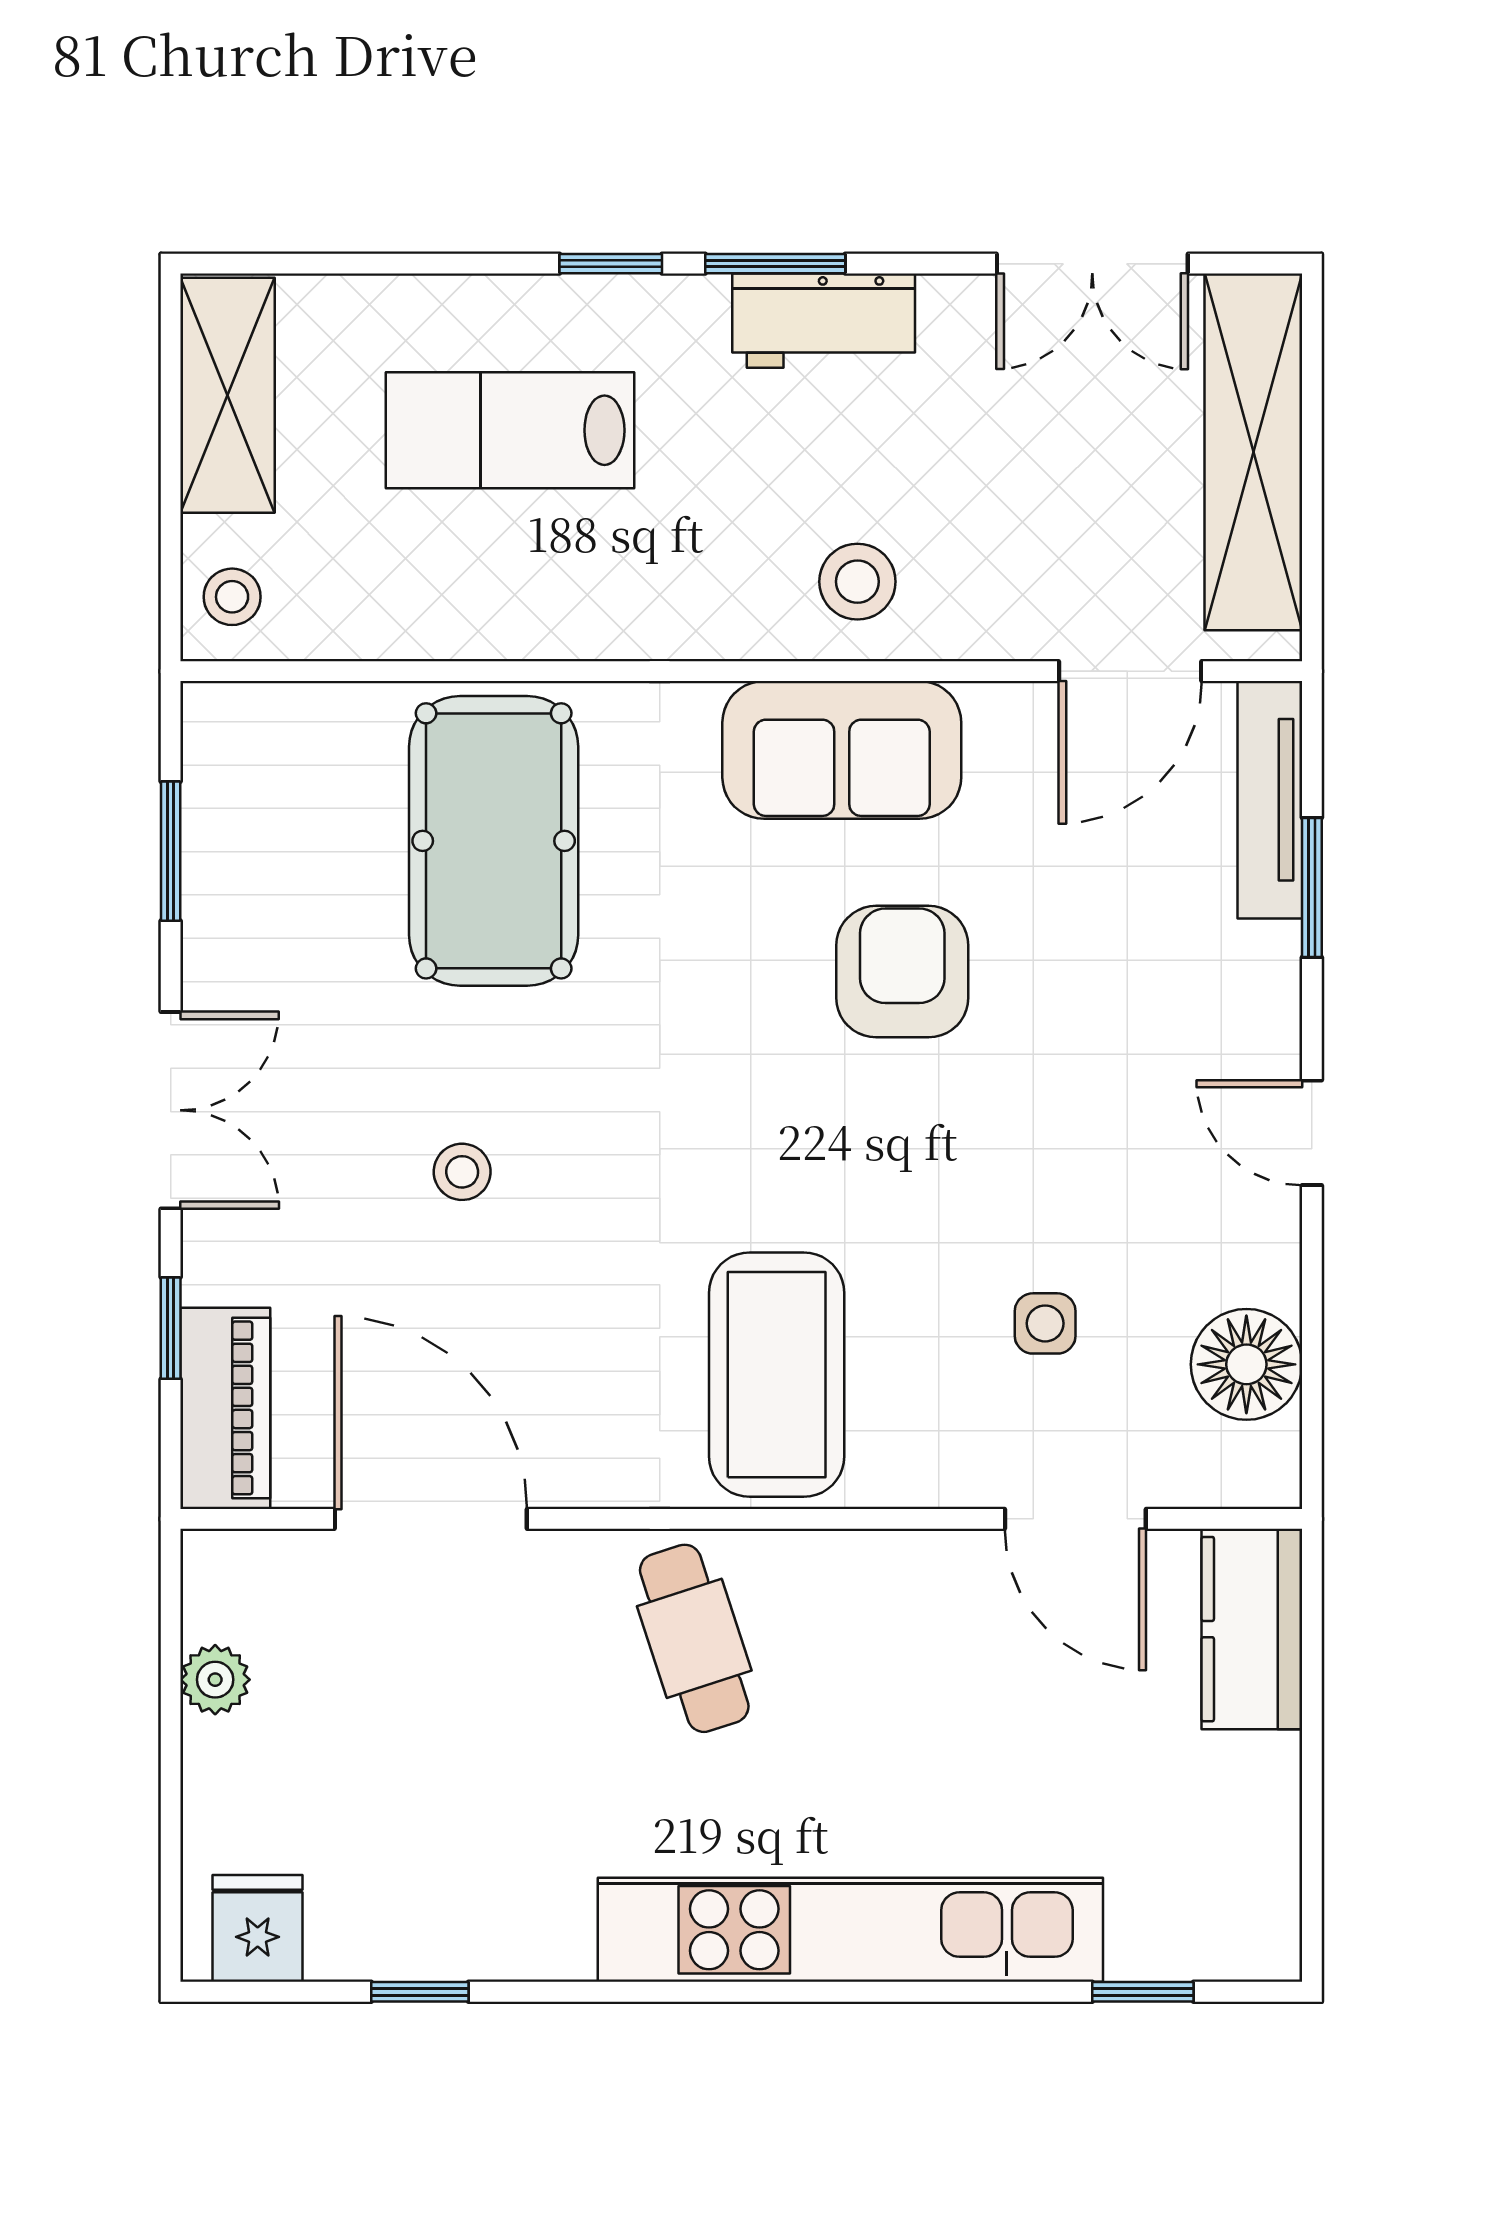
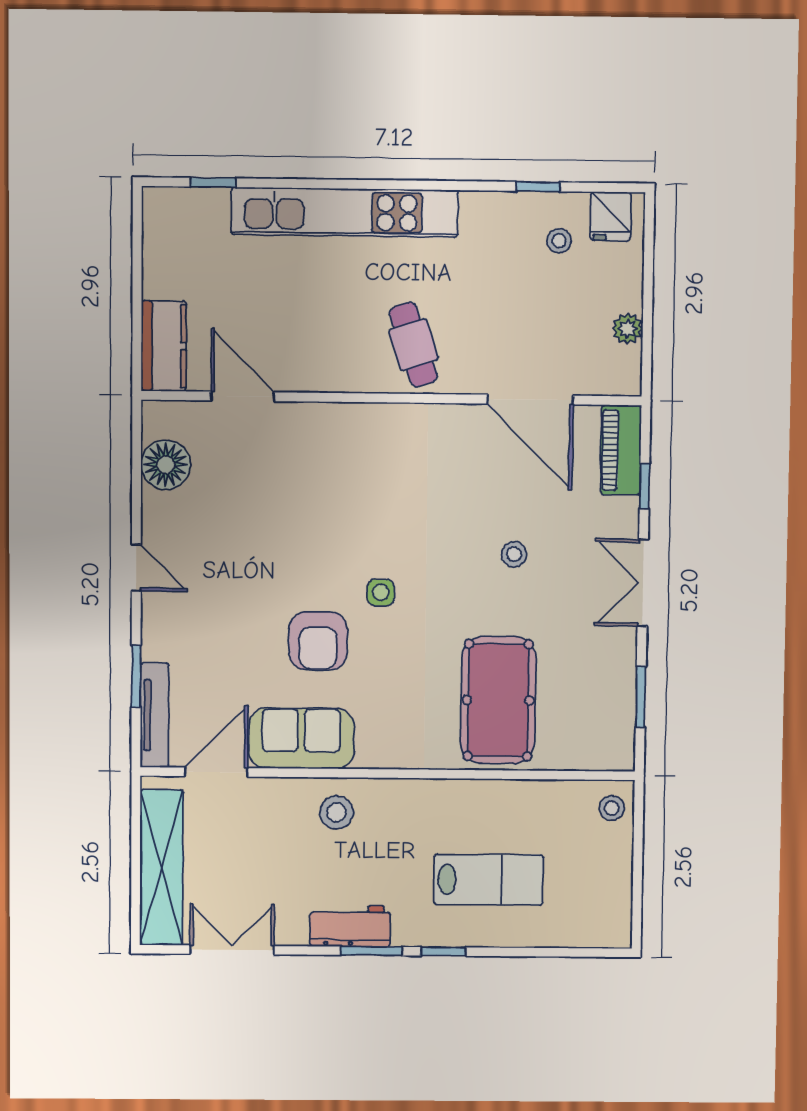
shelving: (227, 395) -> (612, 896), removed
sofa: (842, 750) -> (301, 738), moved
side table: (1045, 1323) -> (381, 592), moved
coffee table: (777, 1375) -> (375, 462), removed
stool: (372, 1873) -> (559, 241), added

